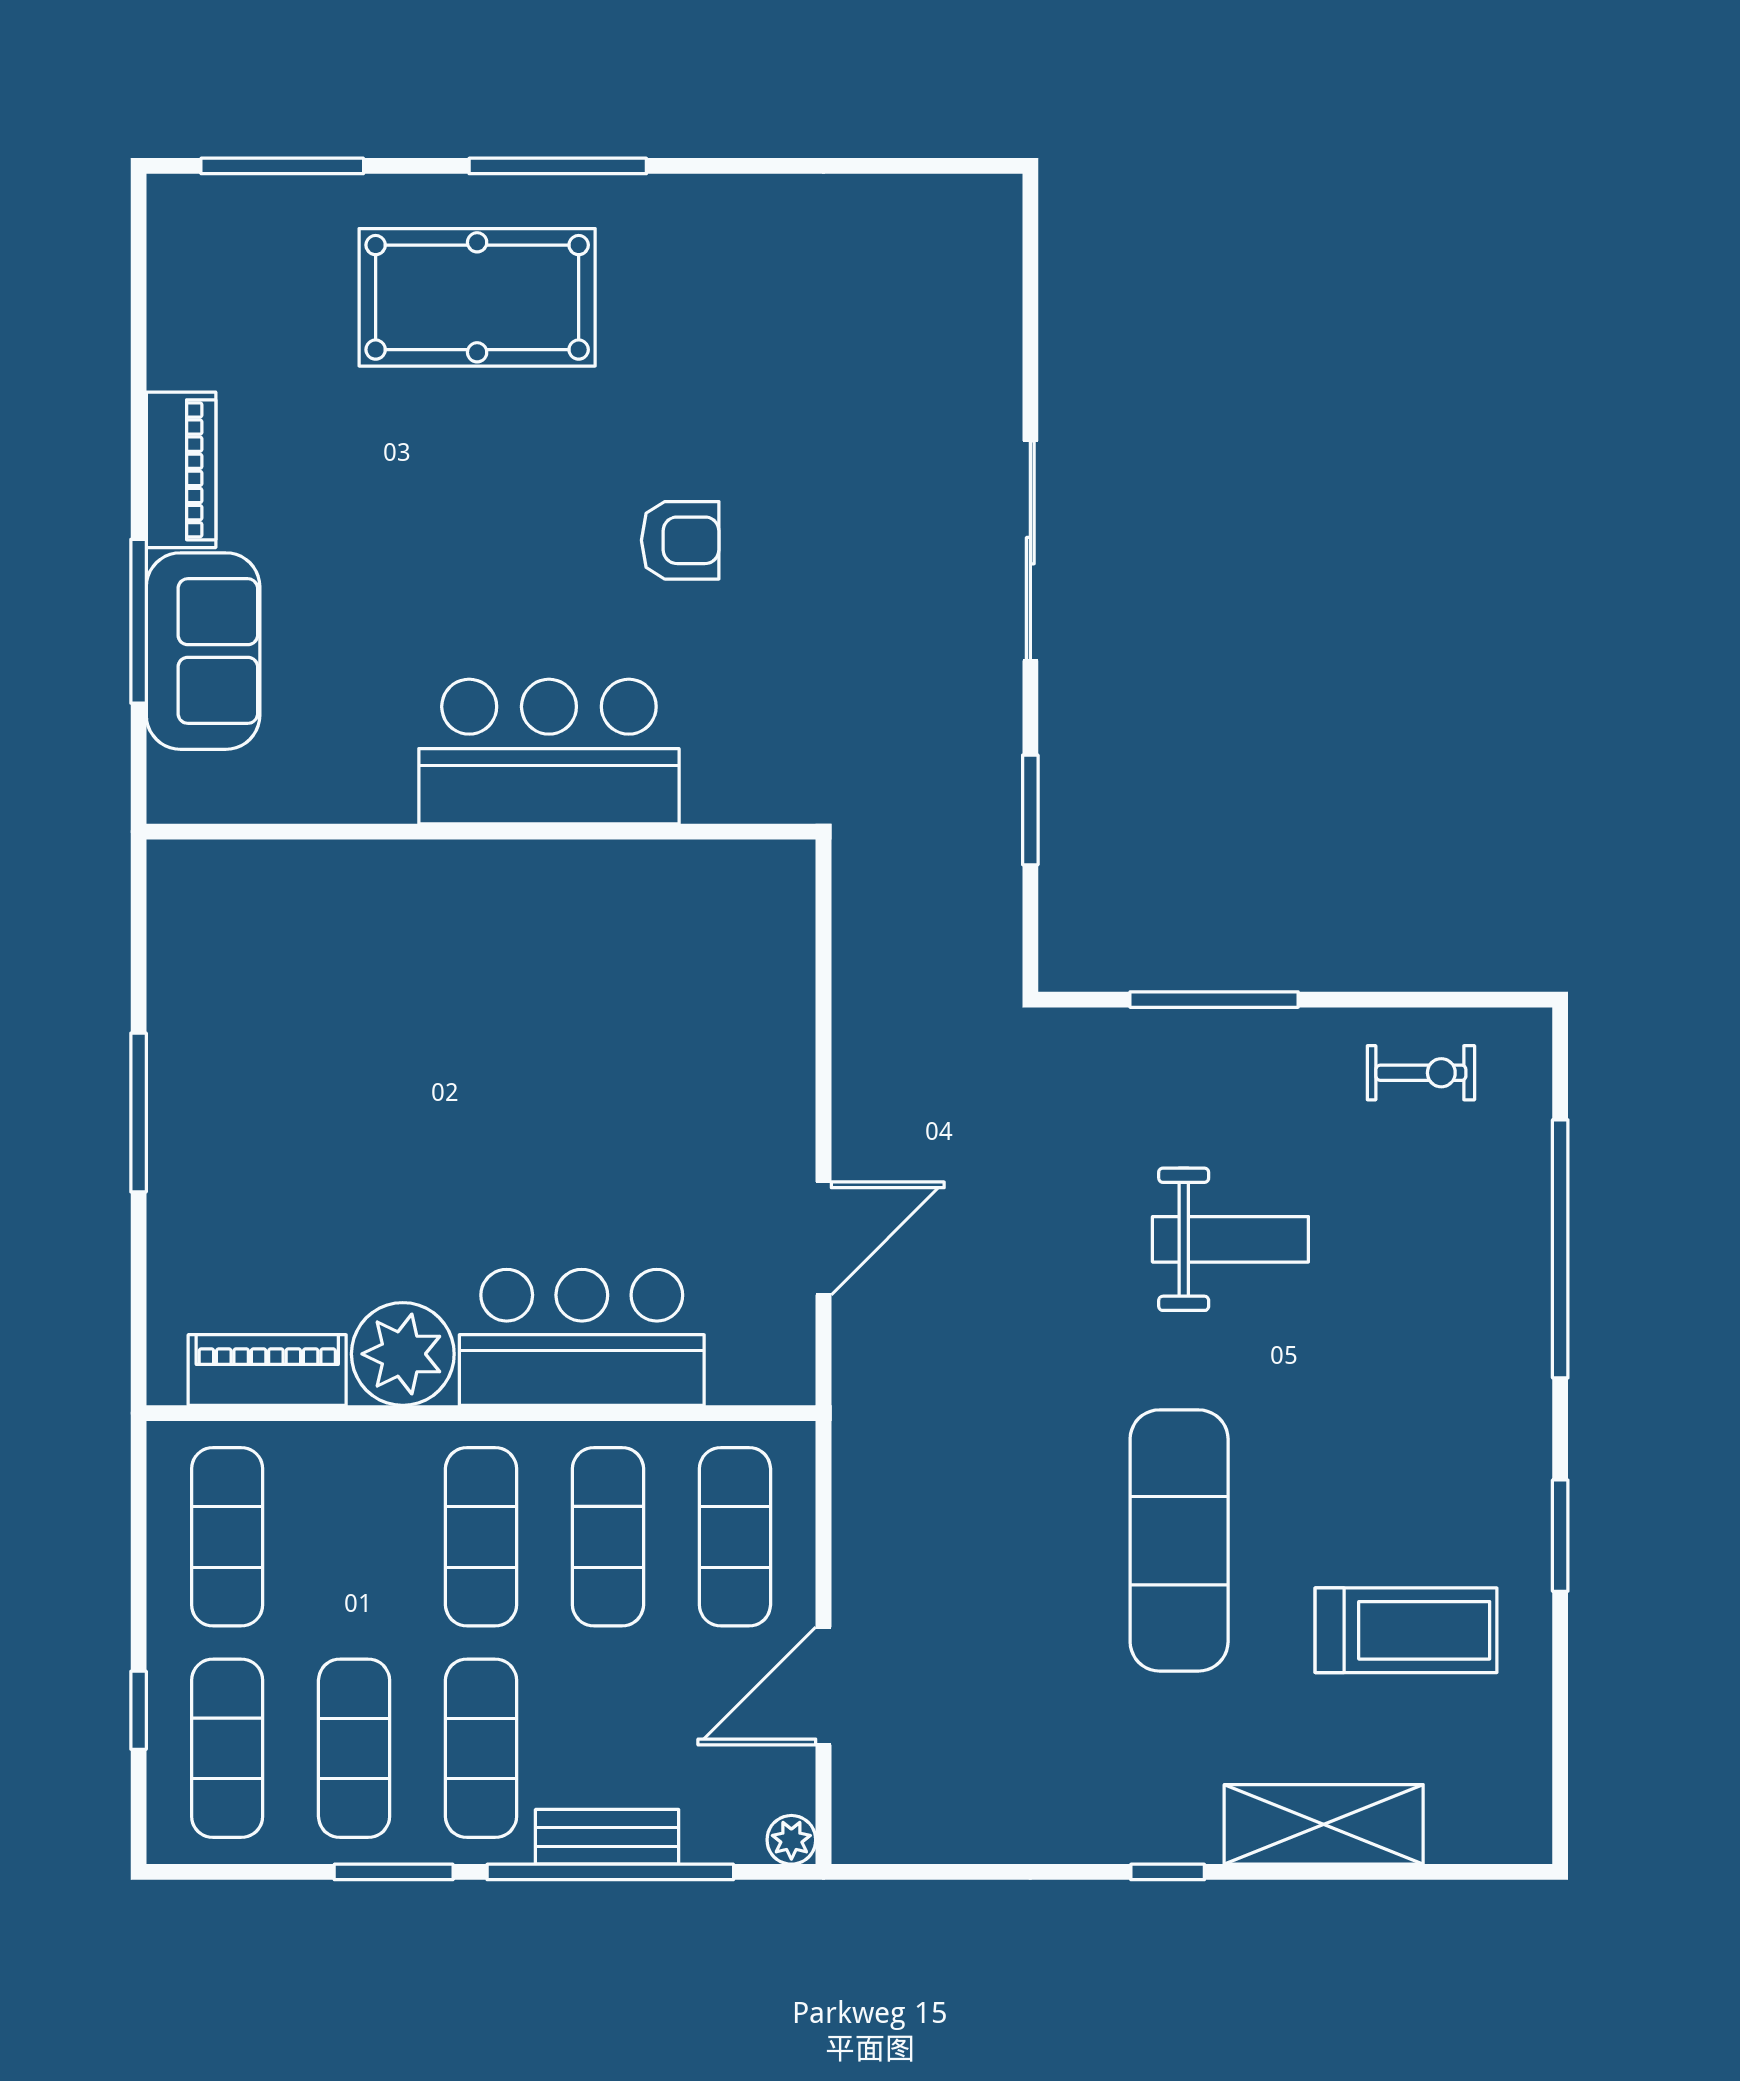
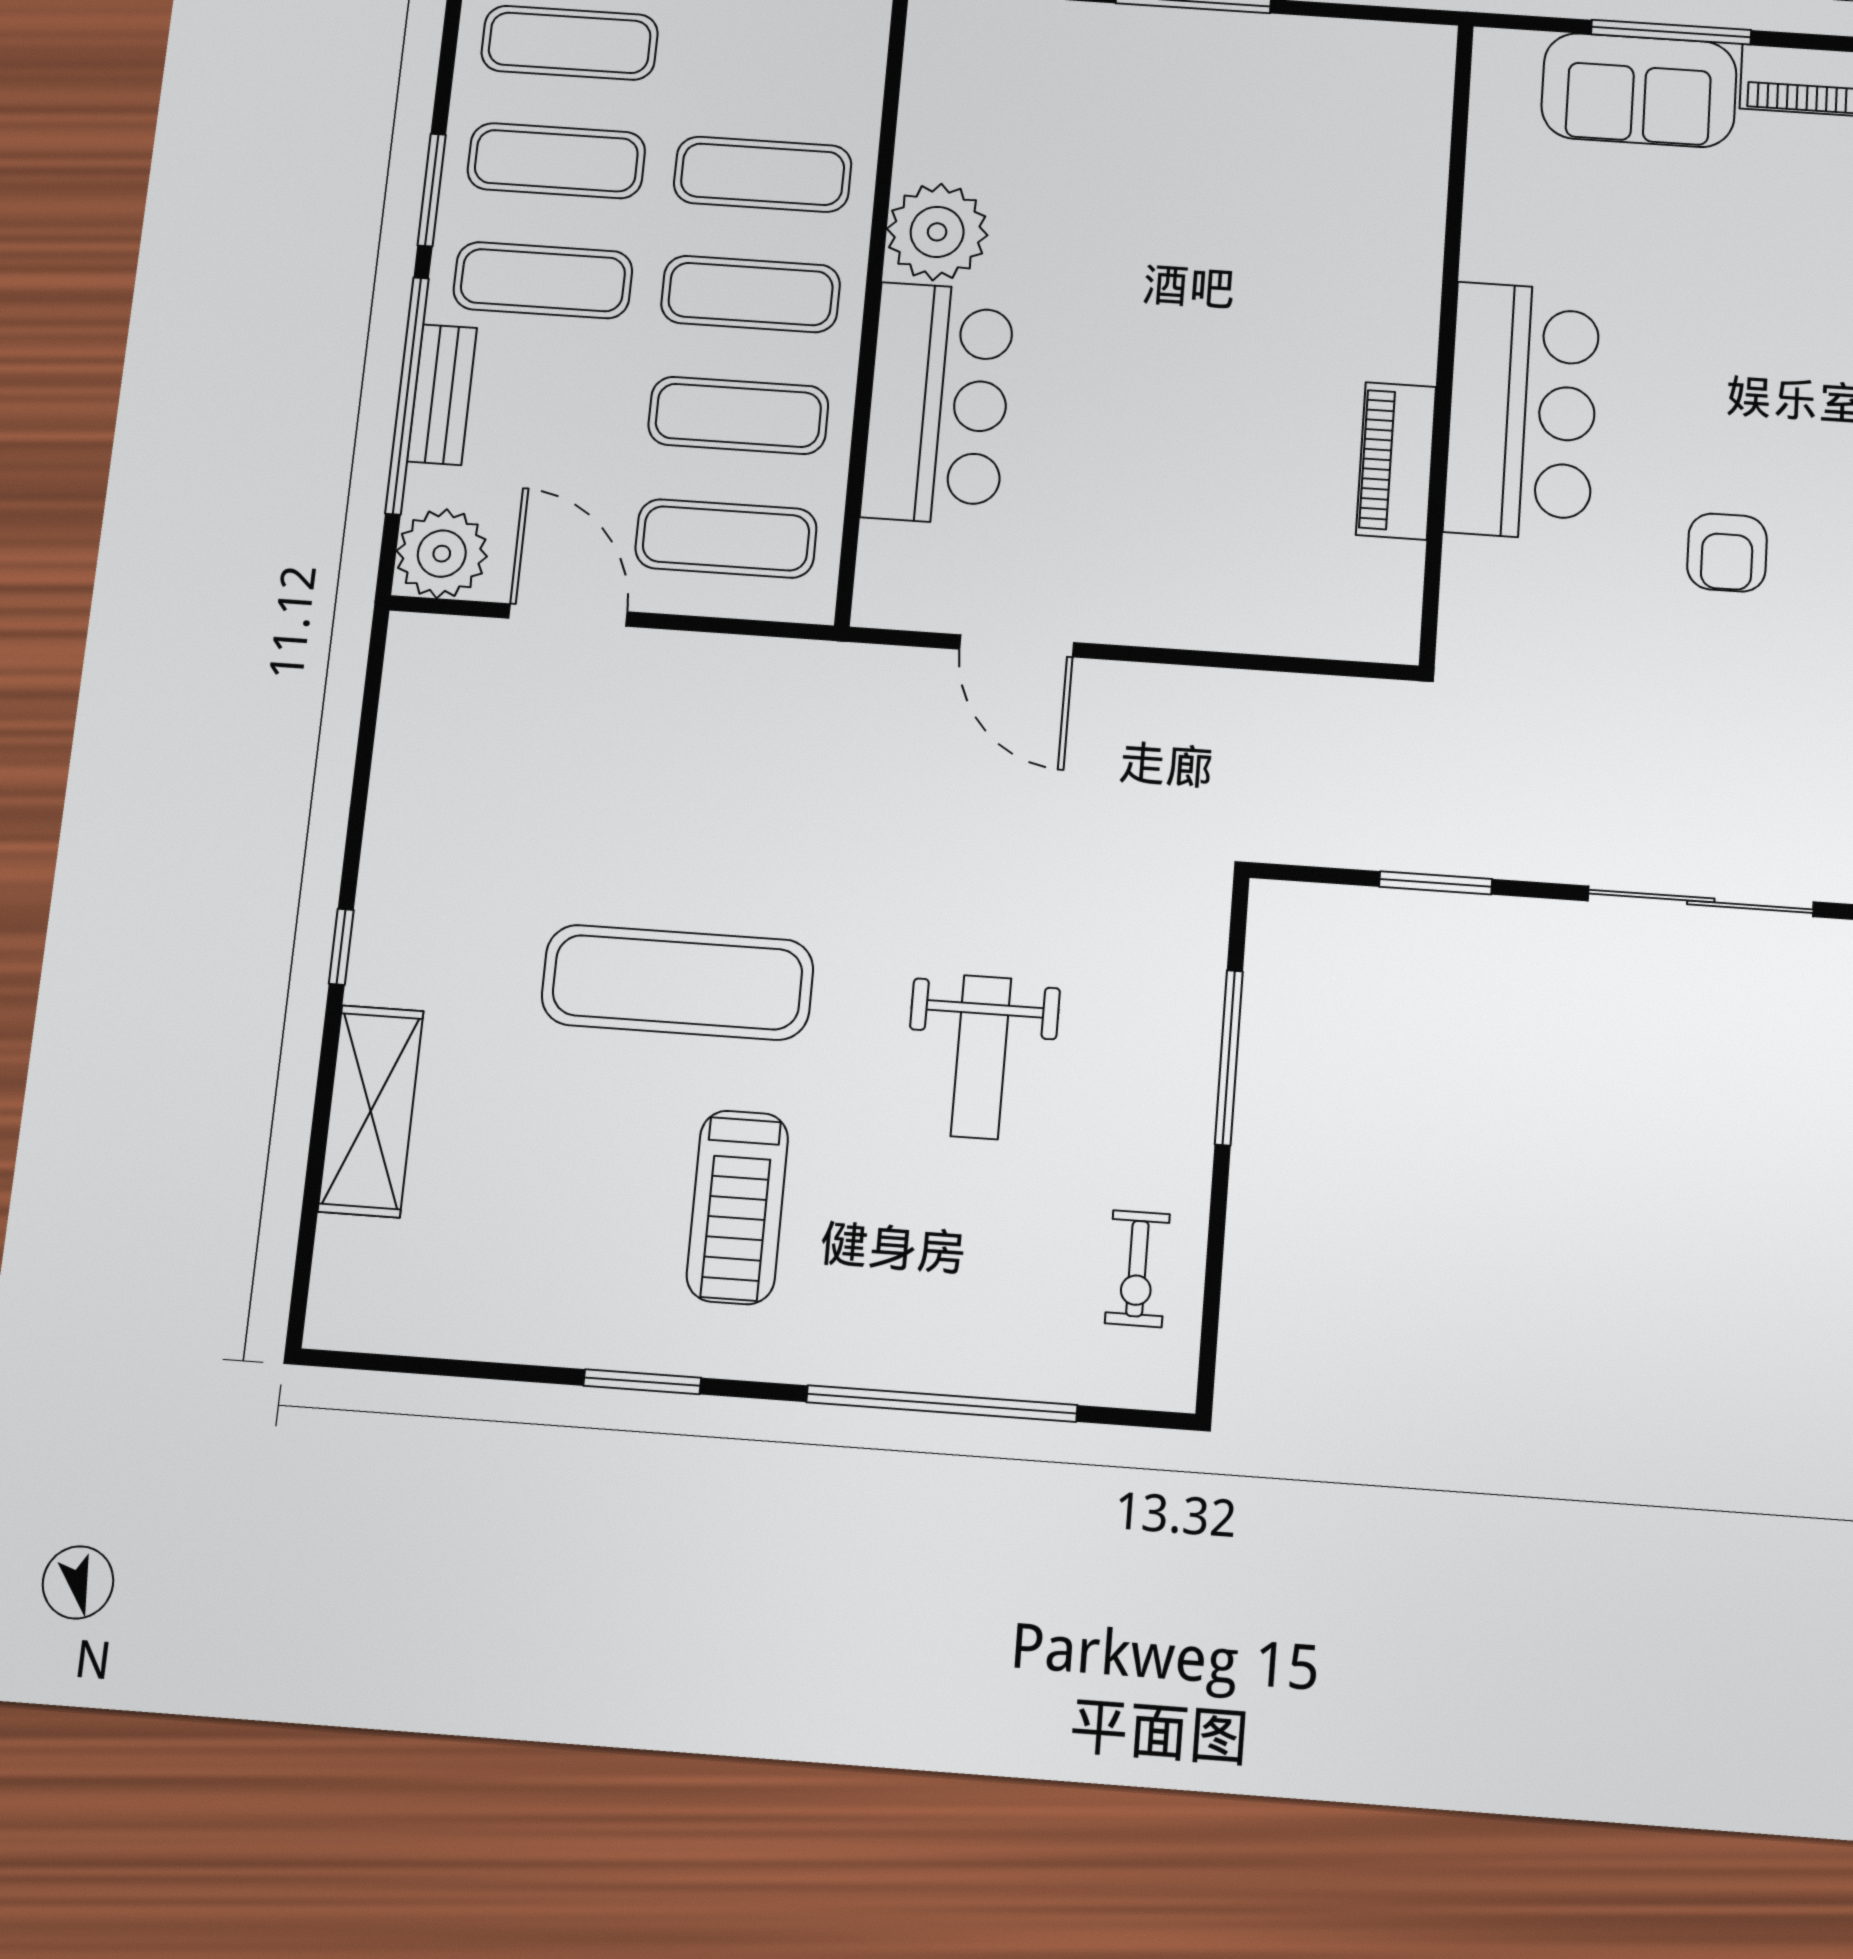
piano: (267, 1370) -> (1396, 461), moved, turned 180
exercise mat: (227, 1537) -> (763, 174), moved
treadmill: (1406, 1630) -> (737, 1207), moved
plant: (791, 1840) -> (442, 554), width x1.88, depth x1.88

